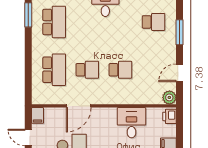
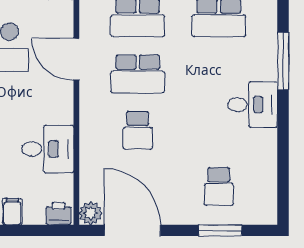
window: (179, 32) -> (220, 230), moved
school desk: (87, 70) -> (138, 74), width x1.85
door: (179, 73) -> (132, 230), width x1.87

